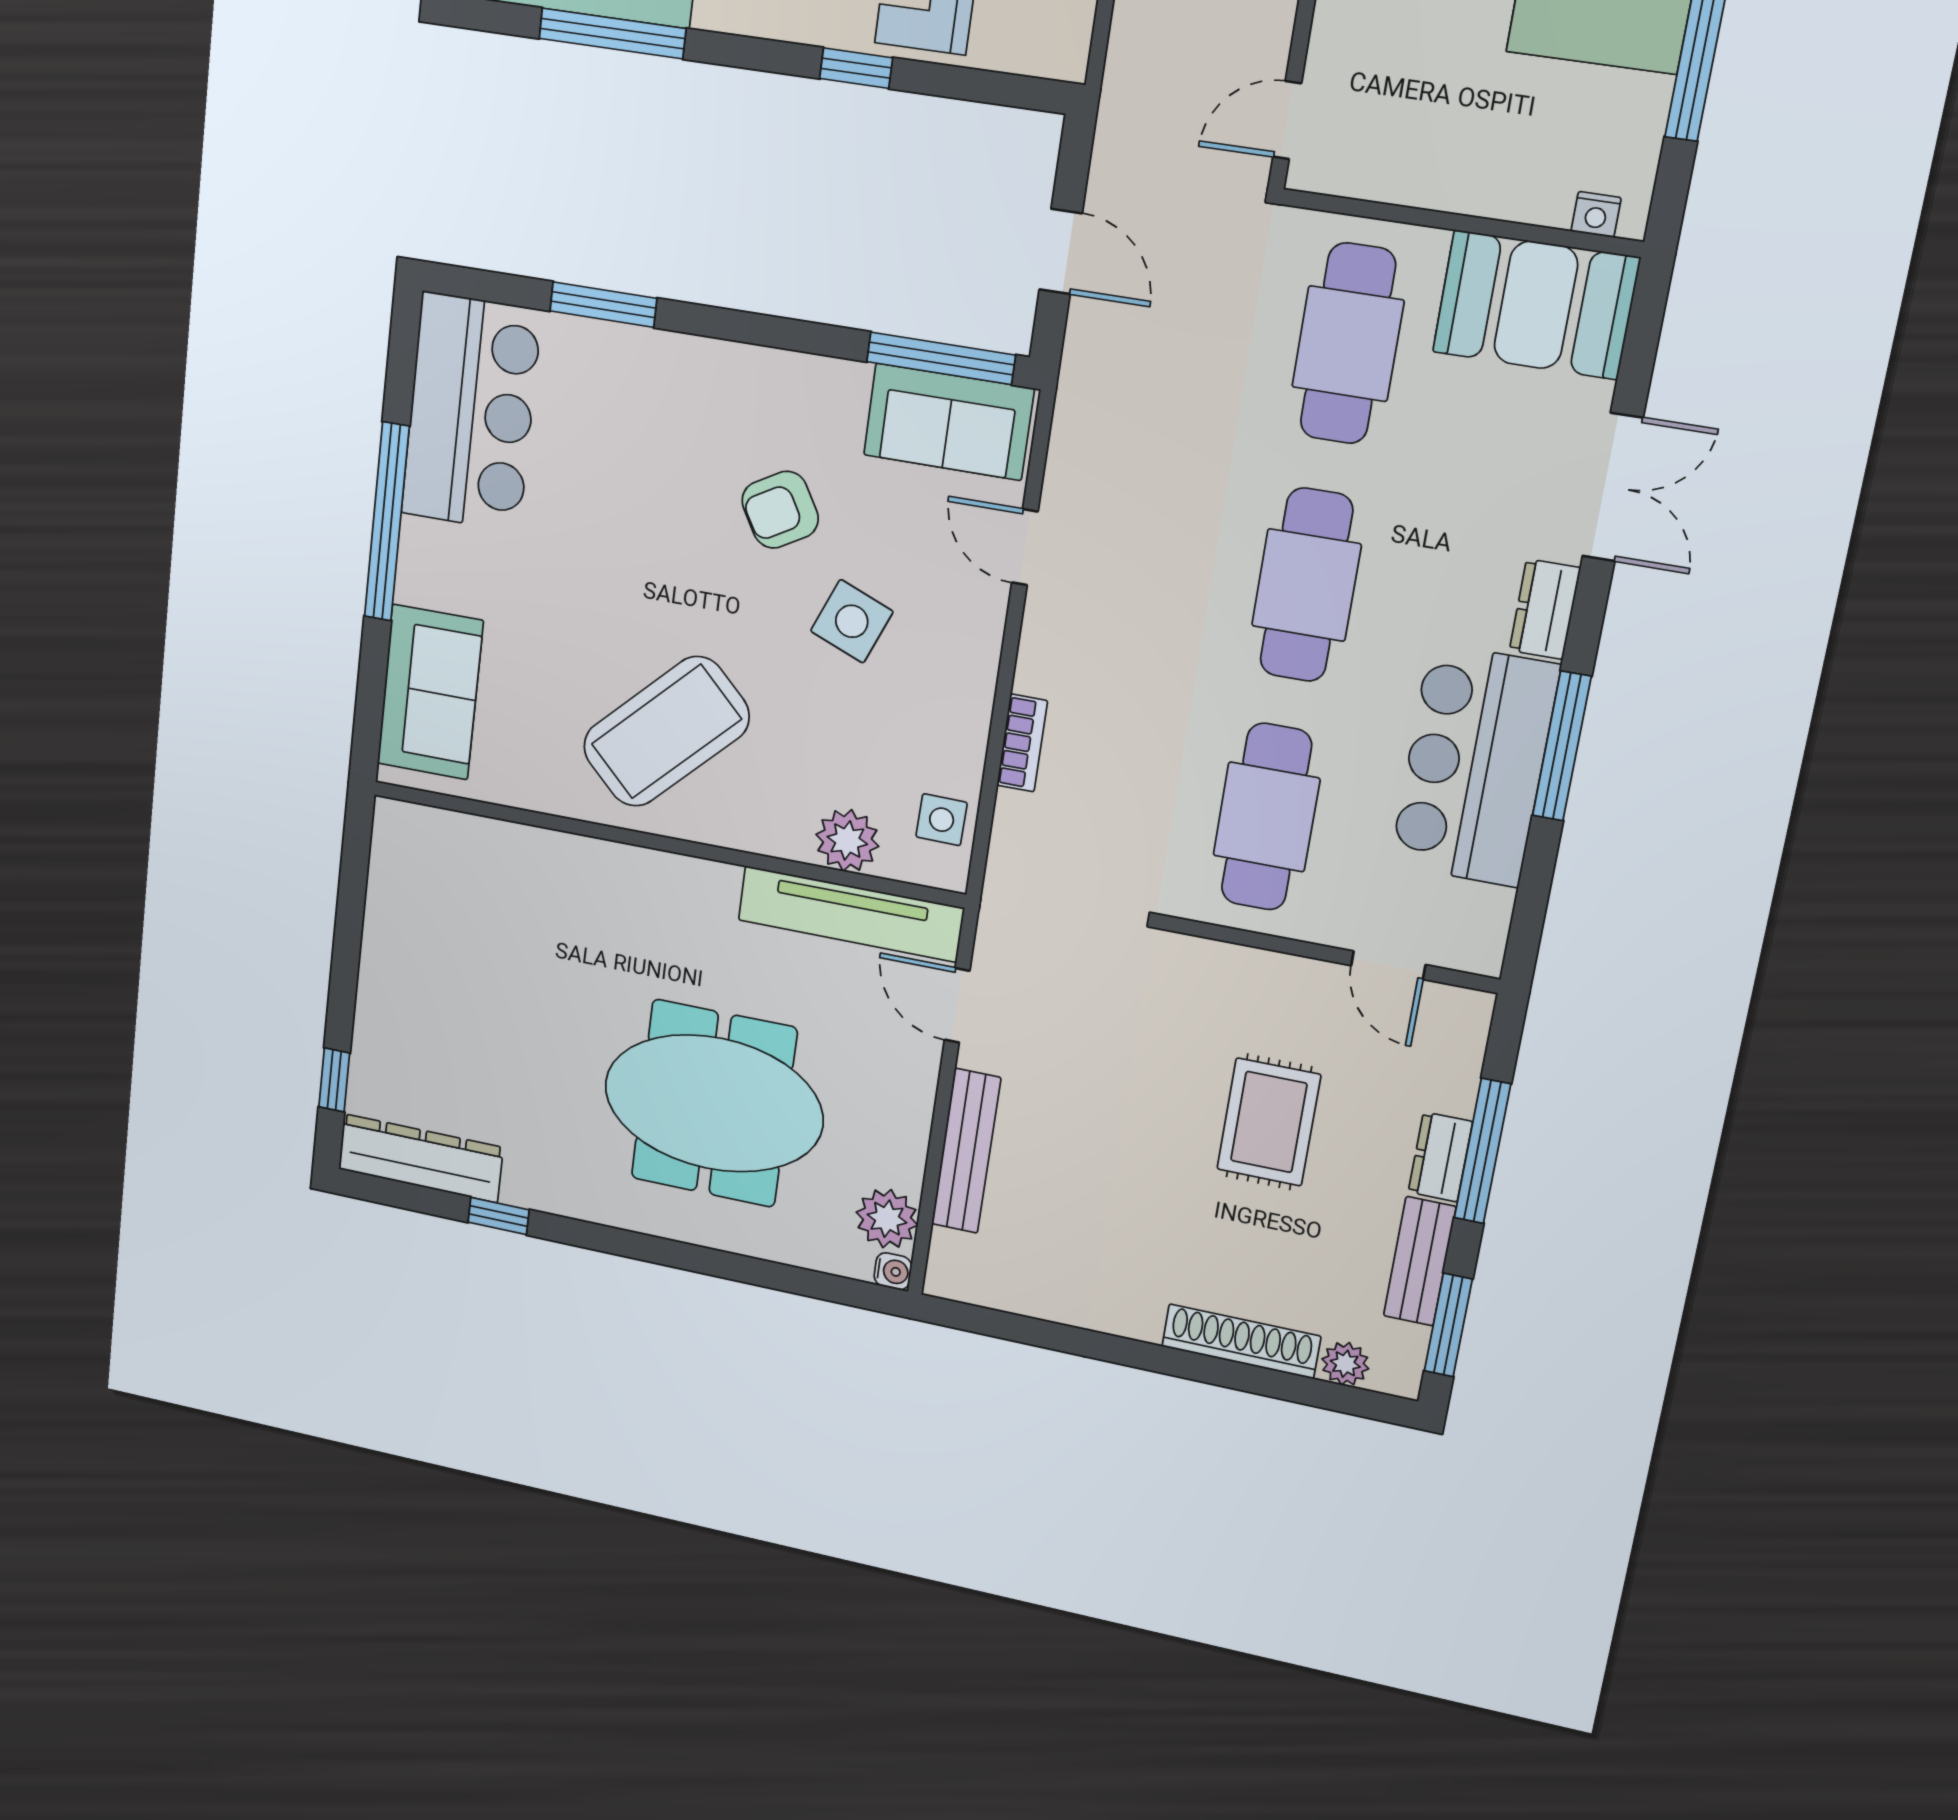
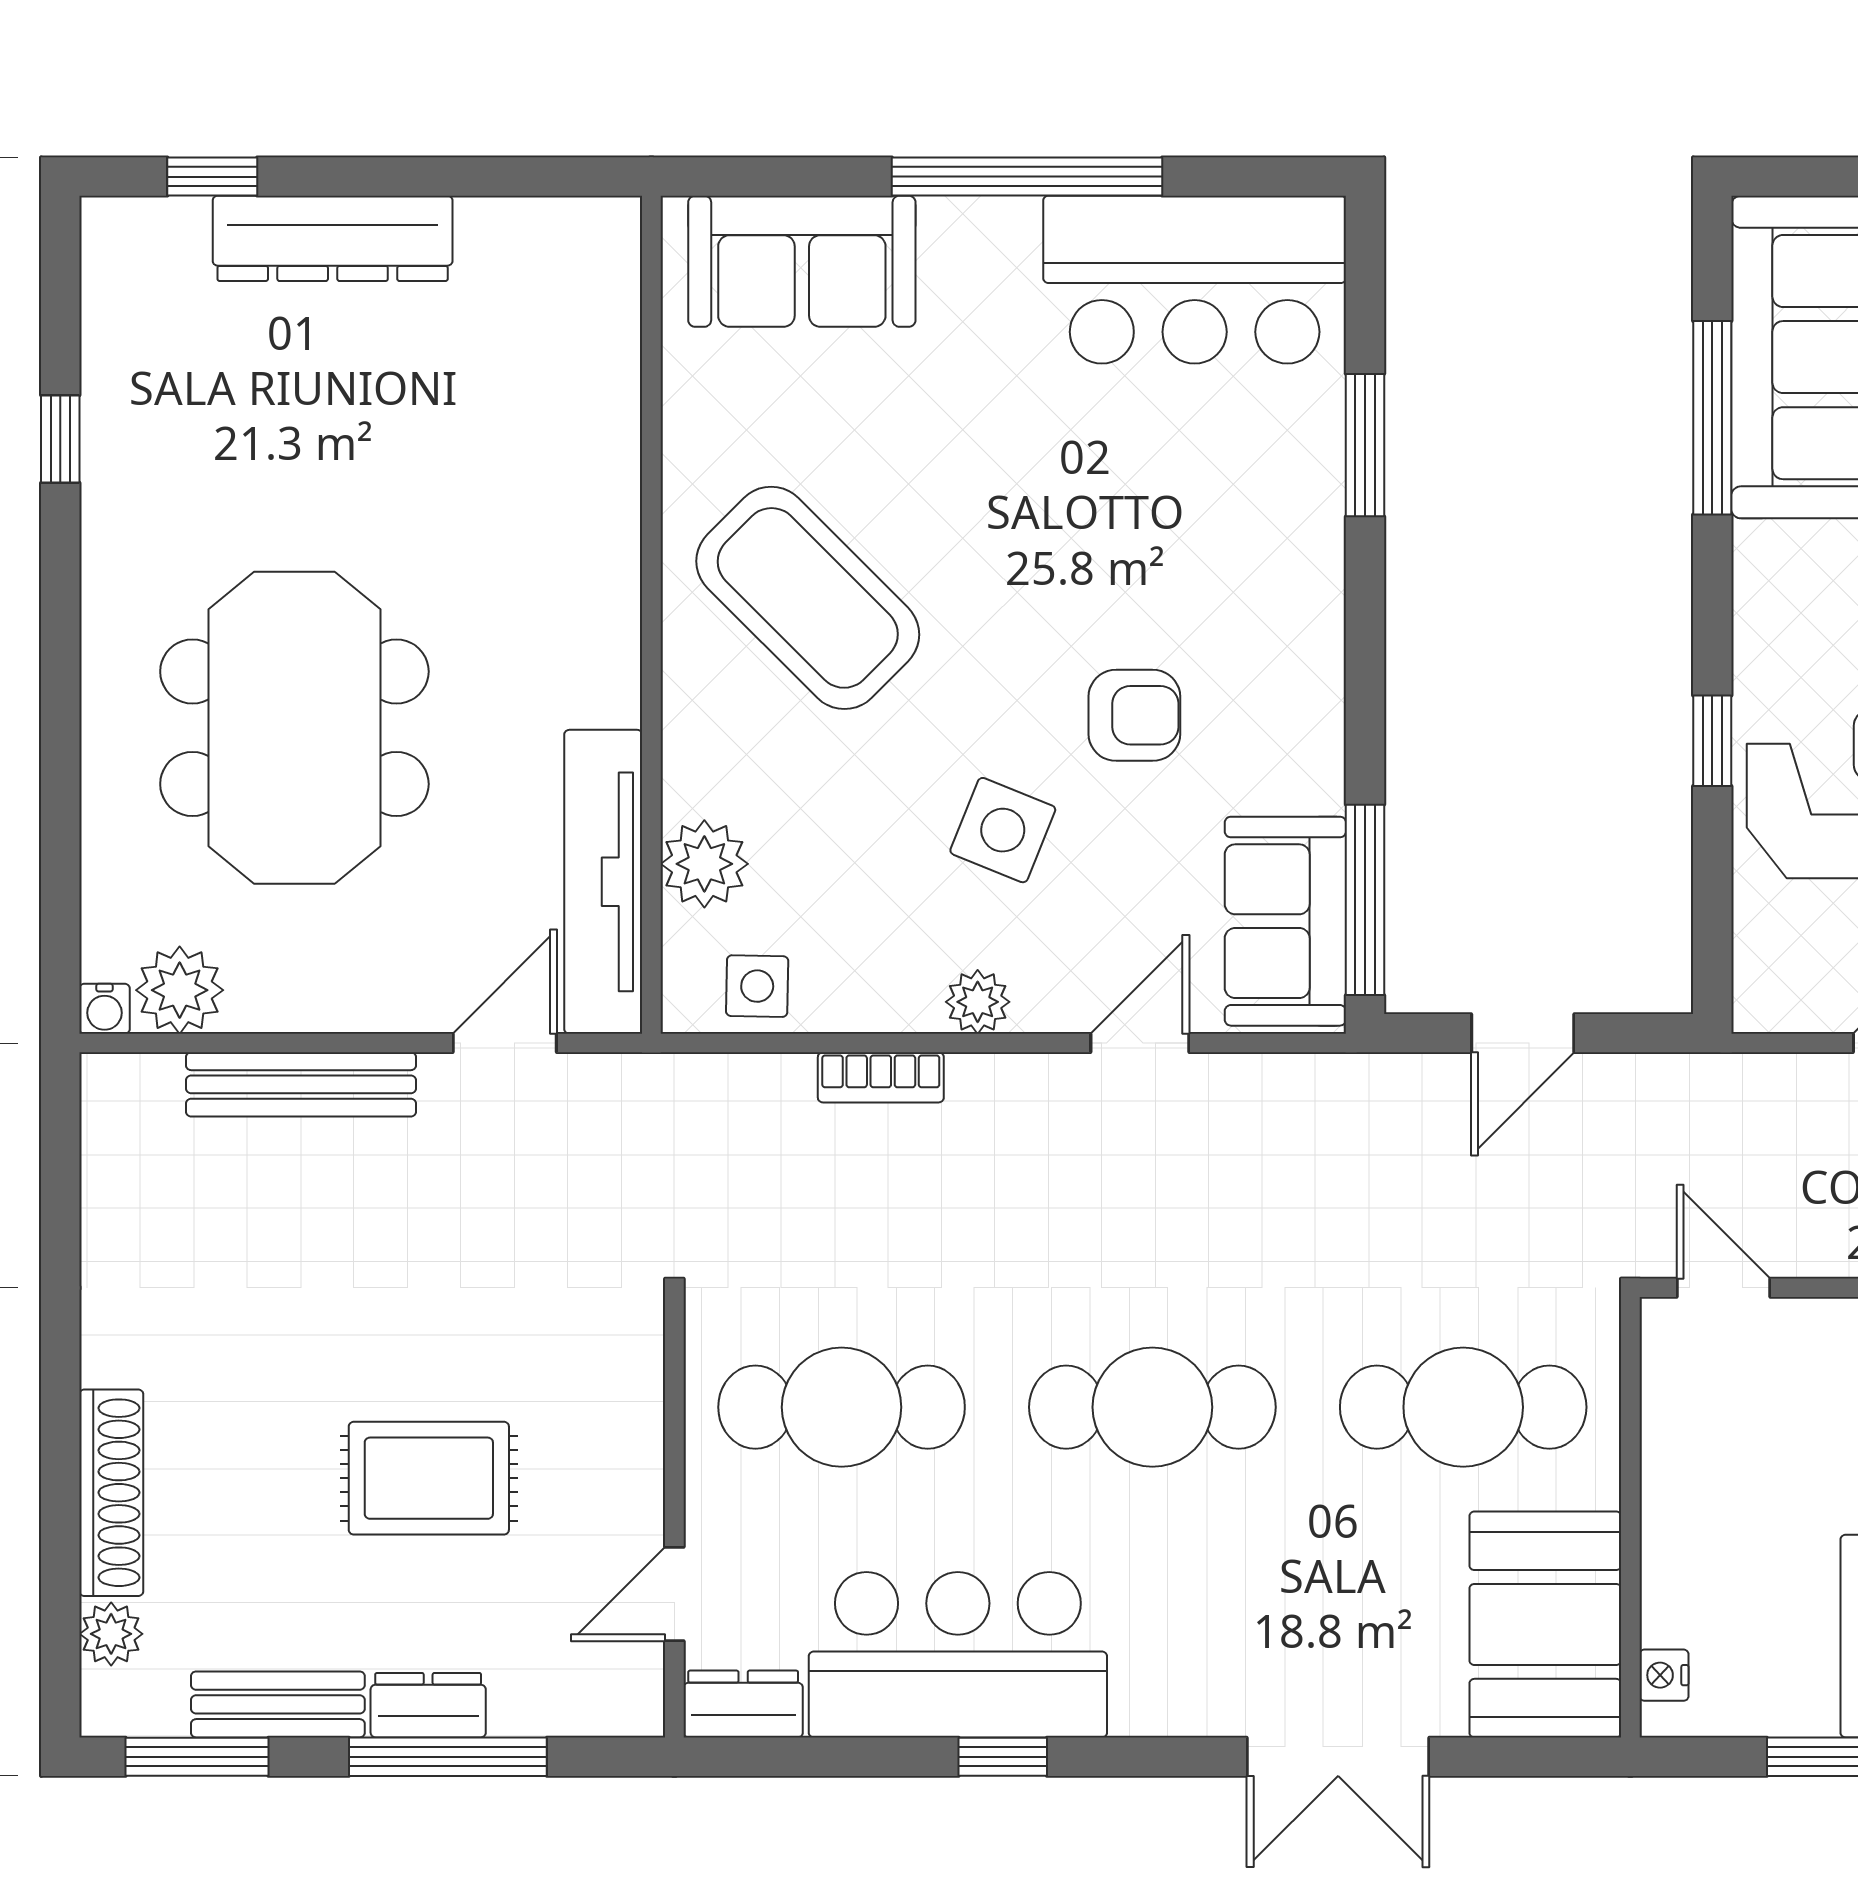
armchair: (780, 510) -> (1134, 715), turned 120
dresser: (1545, 609) -> (743, 1704), moved
plant: (976, 662) -> (978, 1002), added
window: (1562, 746) -> (1003, 1757), width x0.46
dresser: (421, 1158) -> (333, 238), moved, turned 90

